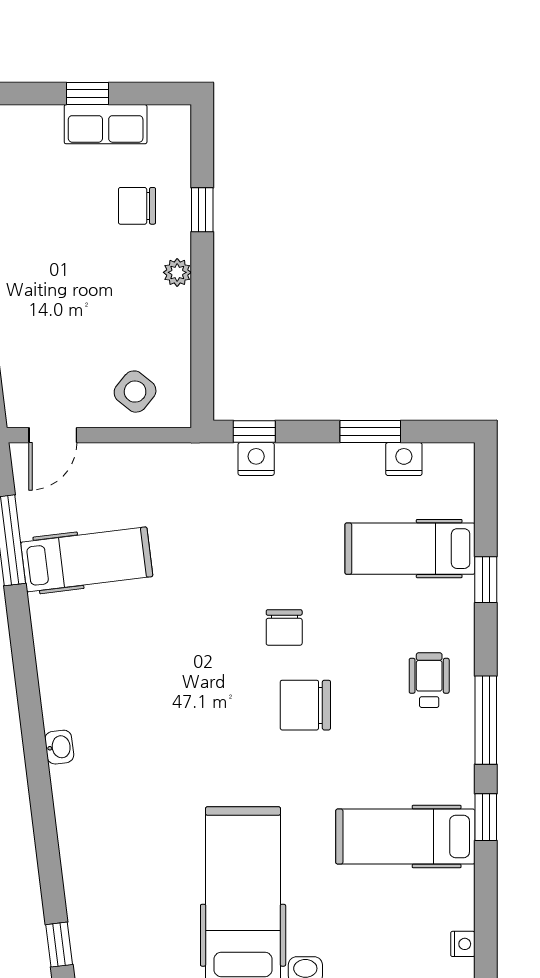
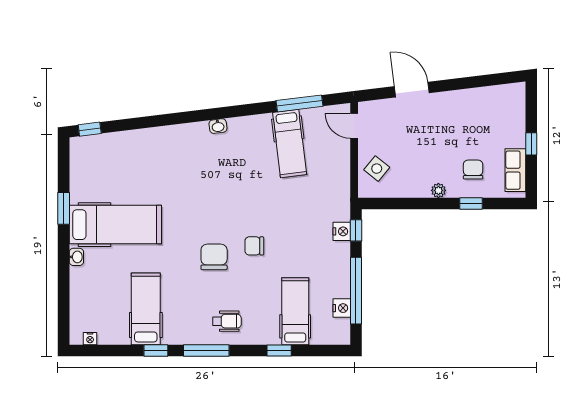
row of seats: (106, 124) -> (515, 170), moved
window: (370, 432) -> (356, 291), width x2.11
washbasin: (59, 747) -> (218, 126), moved

